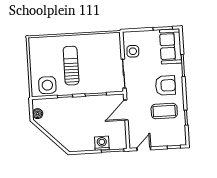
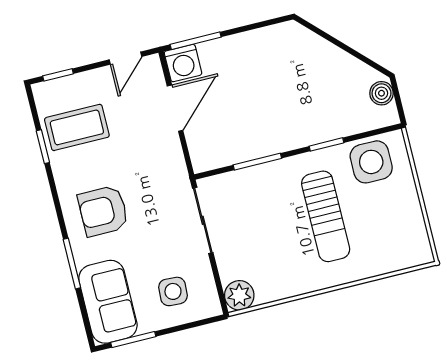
plant: (114, 39) -> (239, 295), added
side table: (133, 51) -> (173, 291), moved
door: (126, 110) -> (175, 108), moved
coffee table: (164, 111) -> (77, 127), moved
washing machine: (102, 143) -> (183, 63), moved

